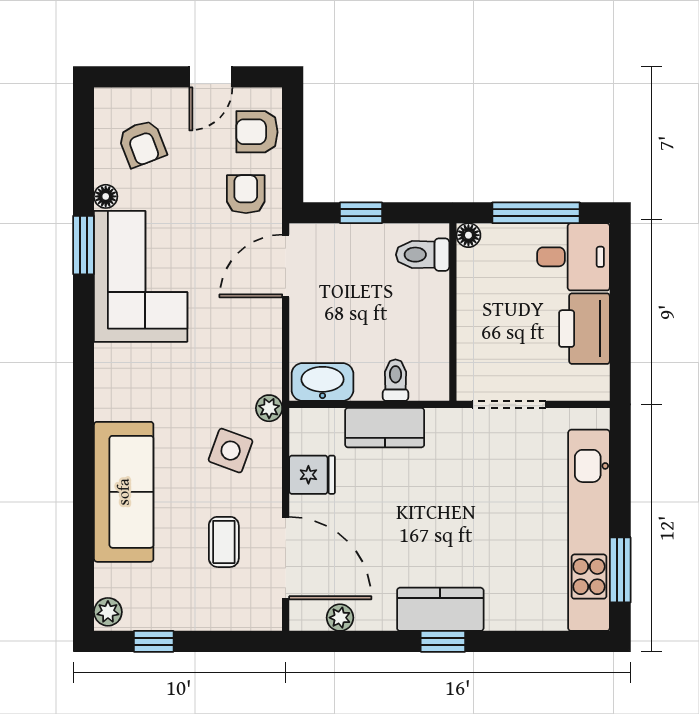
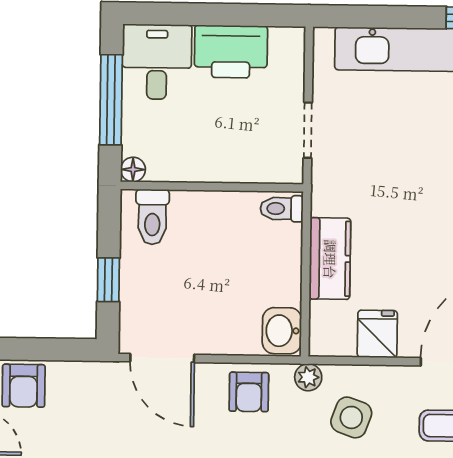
armchair: (246, 194) -> (249, 392), moved, turned -90
toilet: (395, 380) -> (282, 209), moved
washbasin: (322, 382) -> (282, 331), width x0.72
doorway: (509, 404) -> (308, 130), width x0.73

